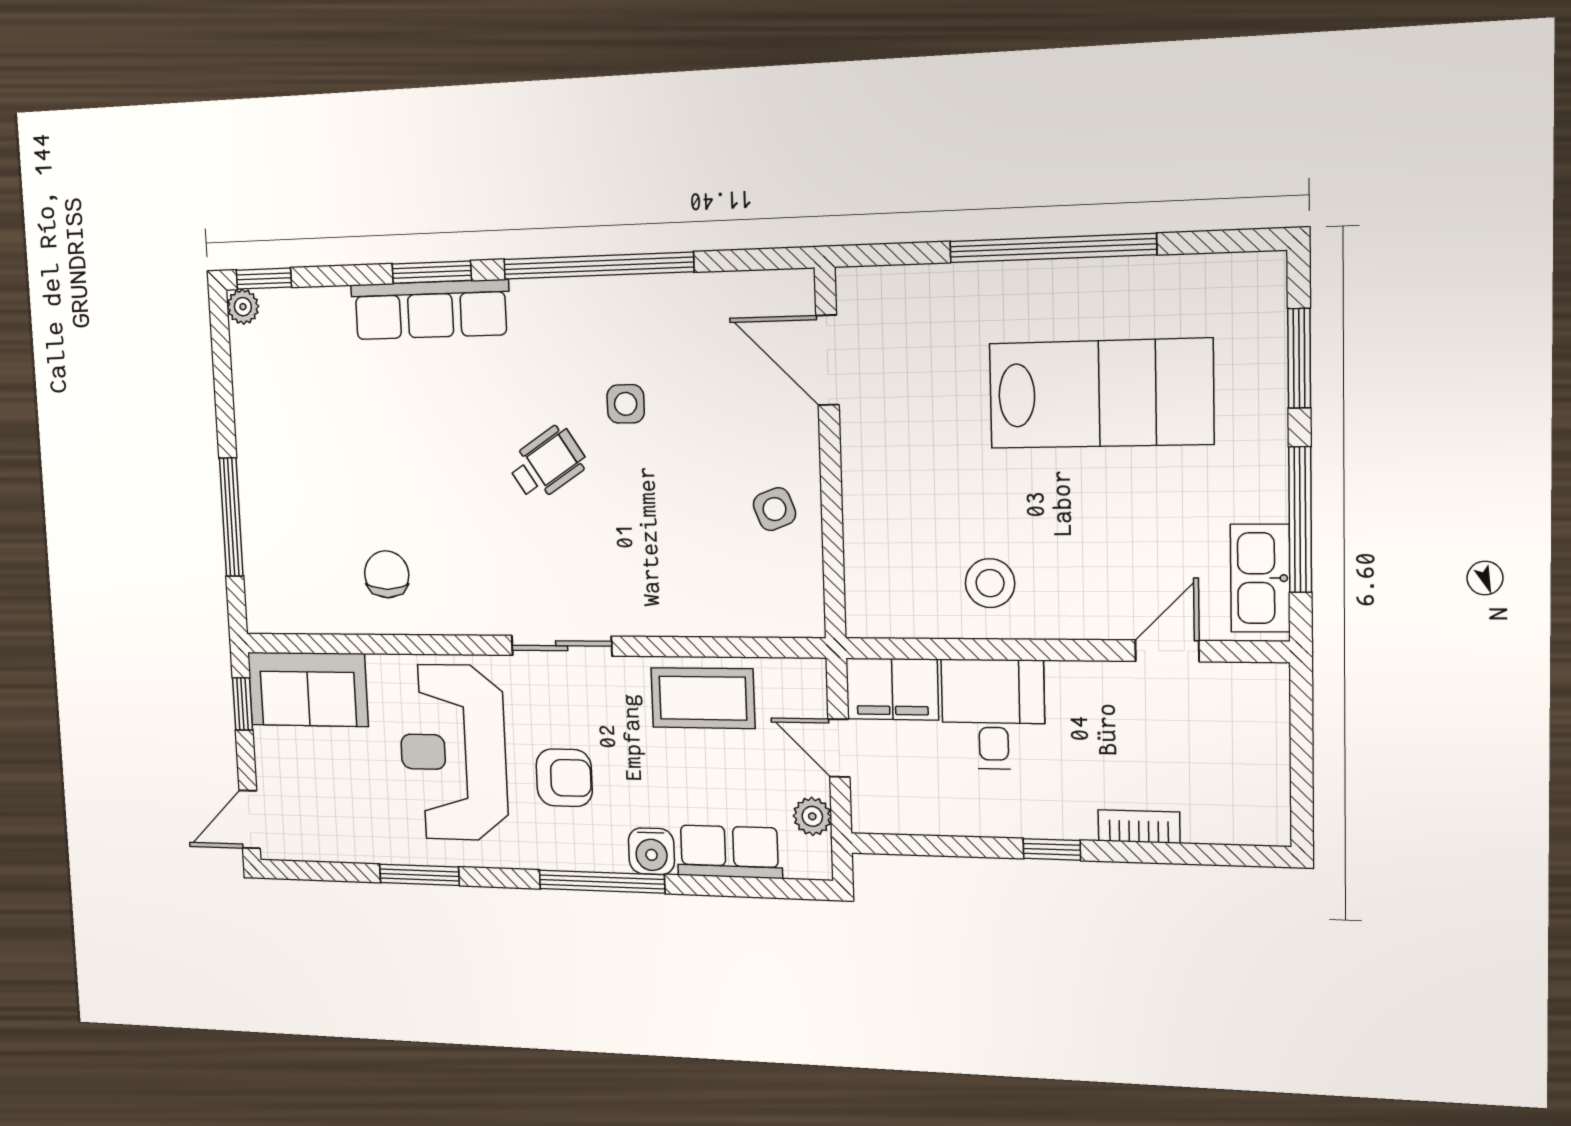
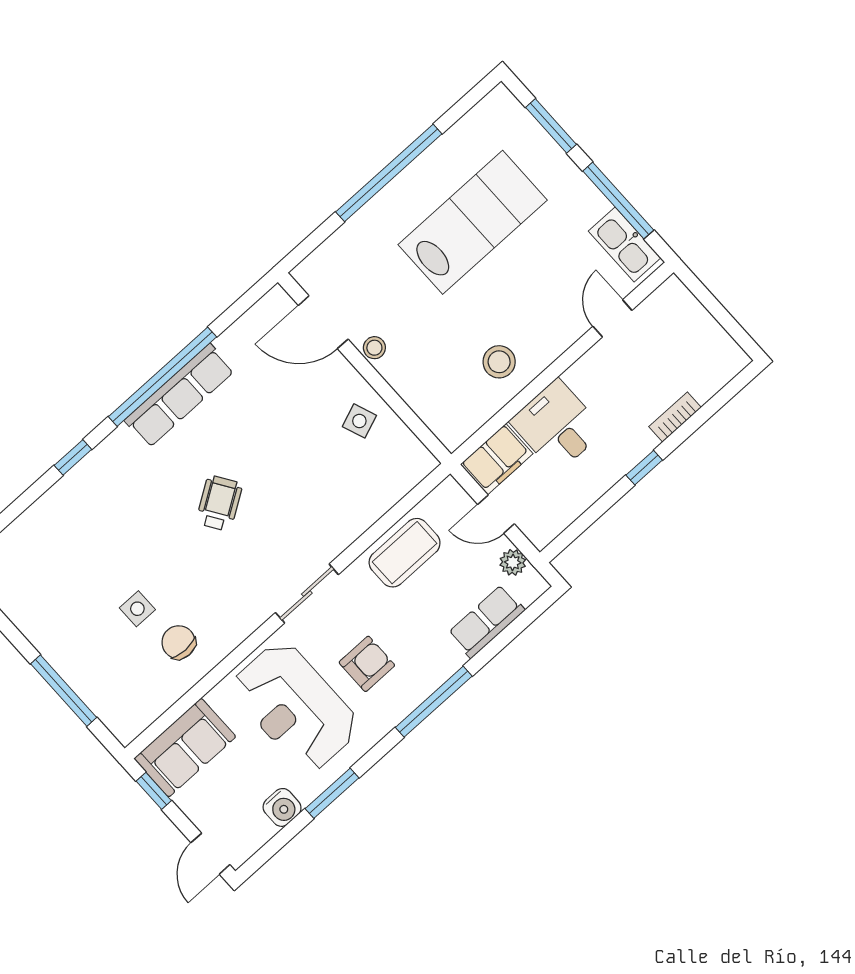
window: (432, 272) -> (73, 457), width x0.67
row of seats: (430, 310) -> (180, 396), moved
side table: (626, 404) -> (137, 609), moved
stool: (861, 441) -> (374, 348), added
water cooler: (651, 851) -> (282, 807), moved

